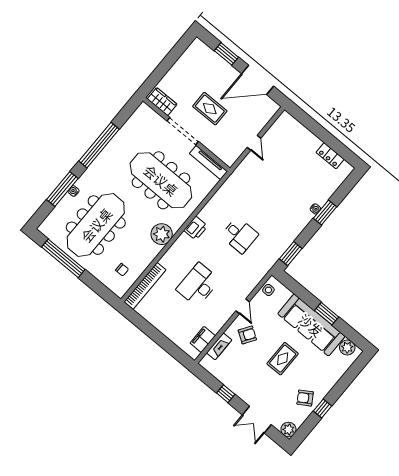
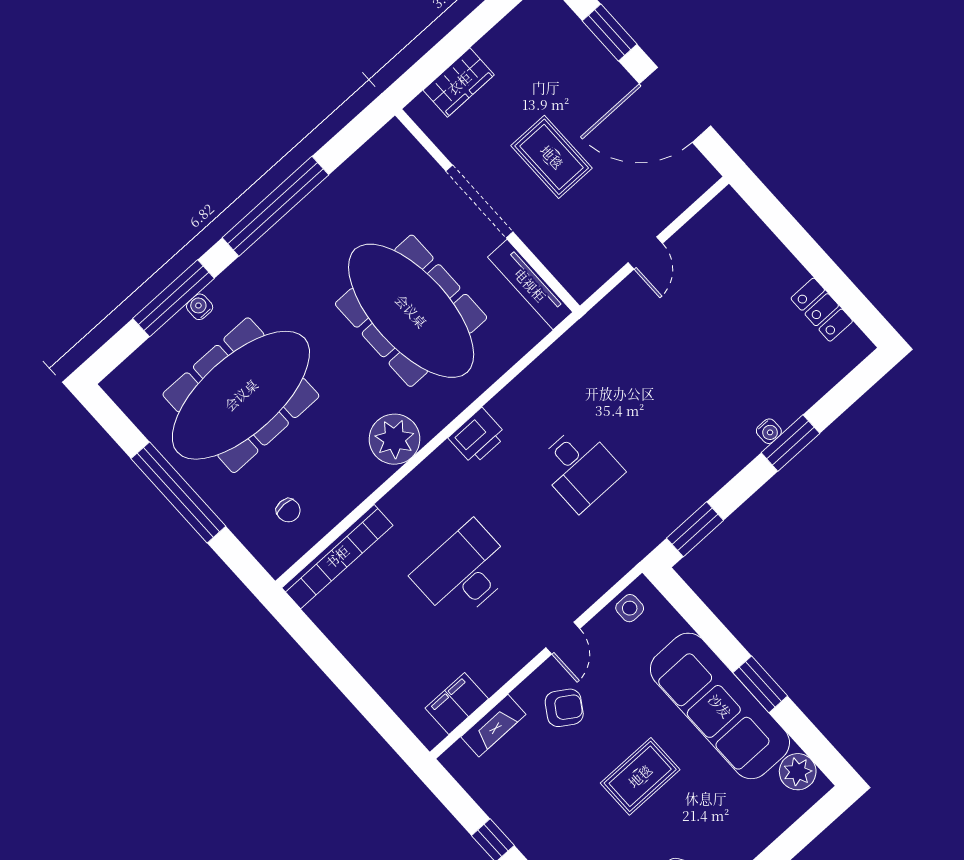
wardrobe: (162, 102) -> (459, 83), moved, turned 90
window: (63, 258) -> (178, 492), moved

